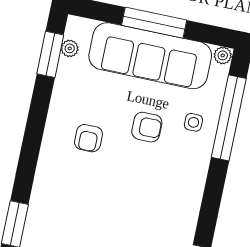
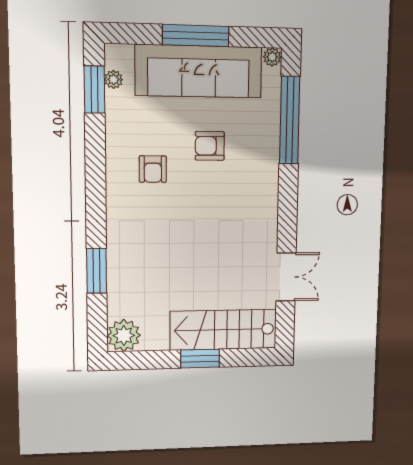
side table: (193, 122) -> (256, 132), removed
armchair: (147, 127) -> (210, 146), turned 180

